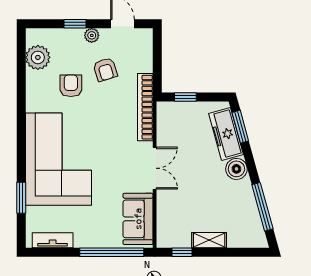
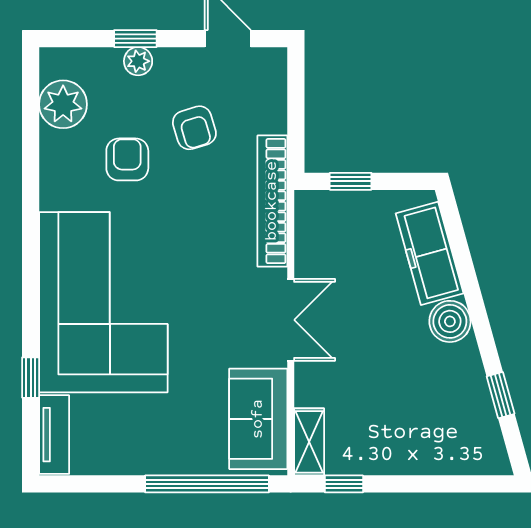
plant: (92, 35) -> (138, 61), moved
window: (240, 127) -> (457, 239), removed
window: (21, 198) -> (31, 378), width x0.67
window: (262, 207) -> (501, 395), width x0.46
tv unit: (53, 240) -> (54, 435), moved, turned 90
shelving: (209, 240) -> (309, 442), moved, turned 90

